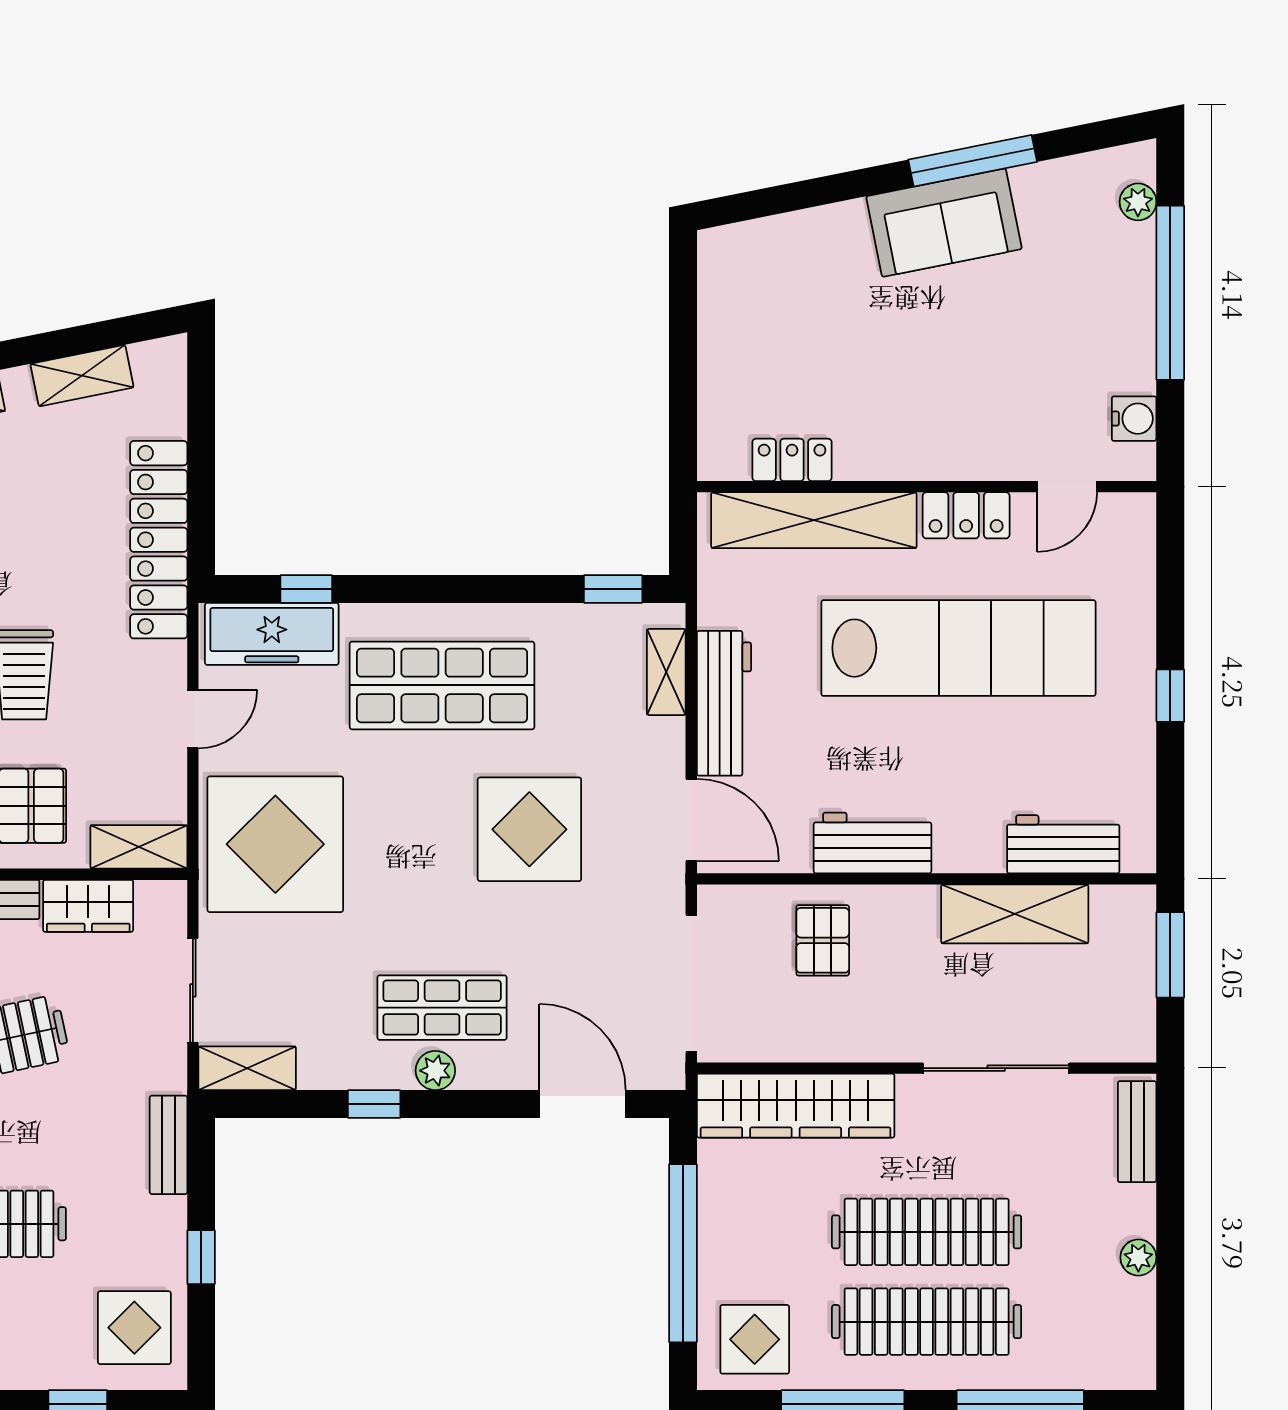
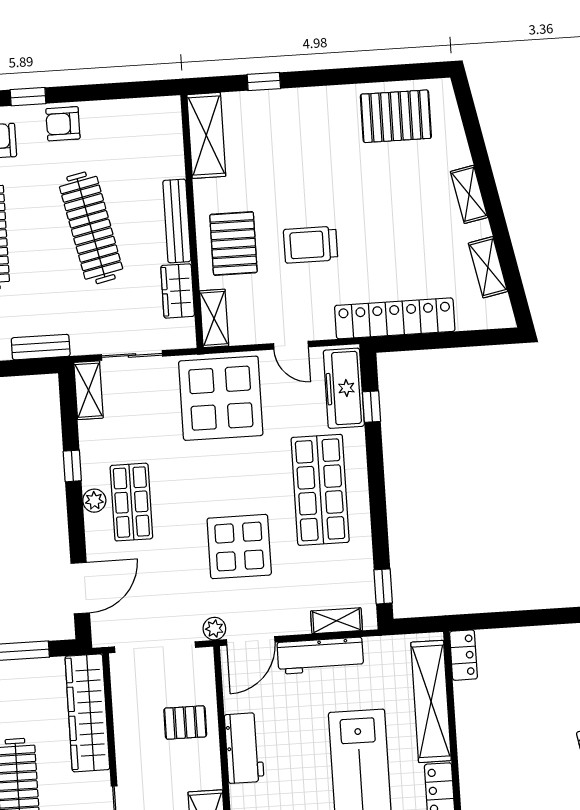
locker: (792, 460) -> (463, 655), moved
plant: (666, 880) -> (214, 629), added

